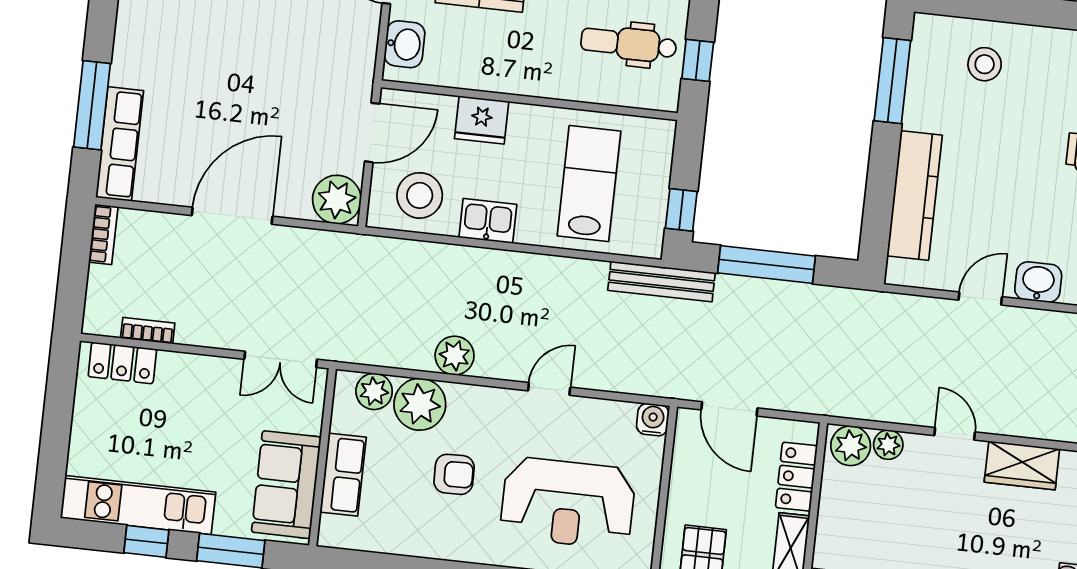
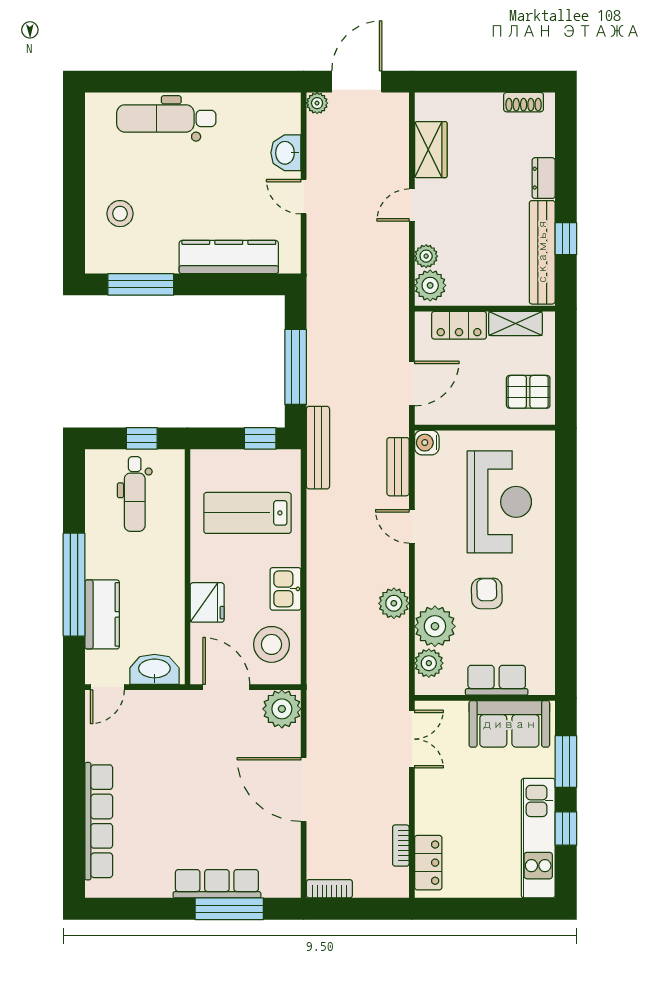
washbasin: (404, 44) -> (154, 669), width x1.38
row of seats: (120, 144) -> (217, 884), moved
bench: (626, 380) -> (398, 467), added

